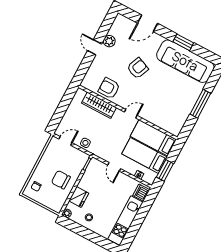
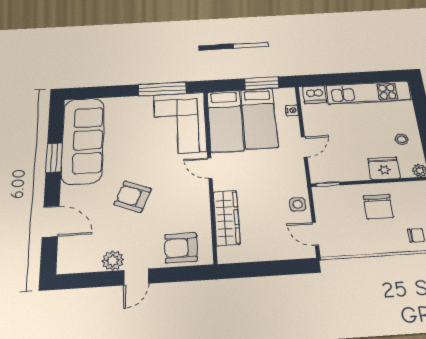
armchair: (109, 88) -> (181, 248), moved, turned 90
window: (200, 104) -> (162, 89), moved
corner sofa: (166, 115) -> (180, 123), added

